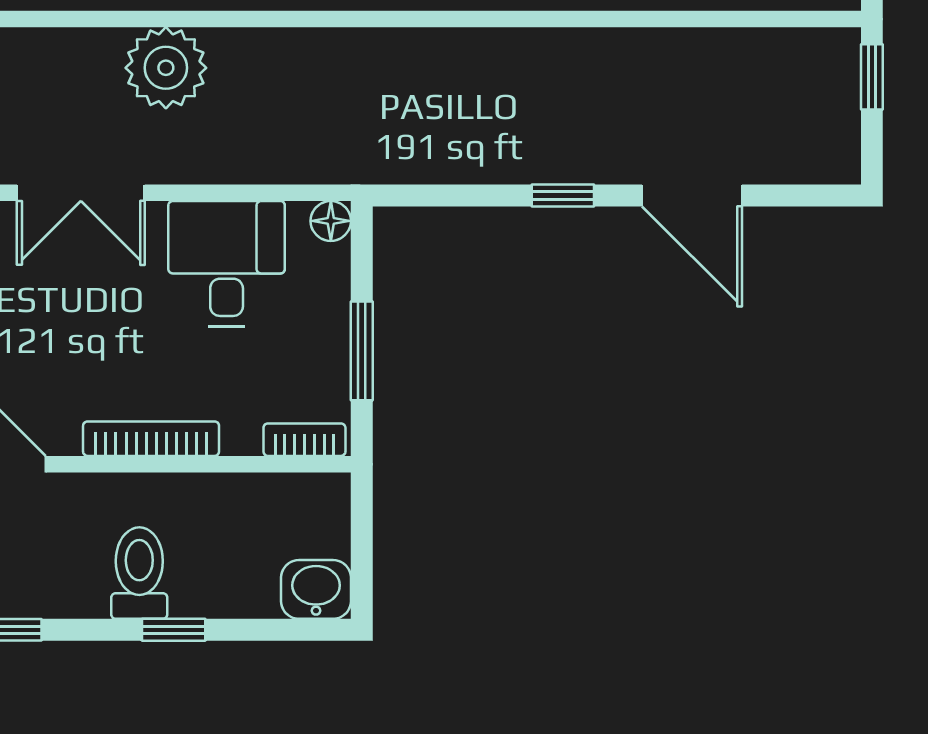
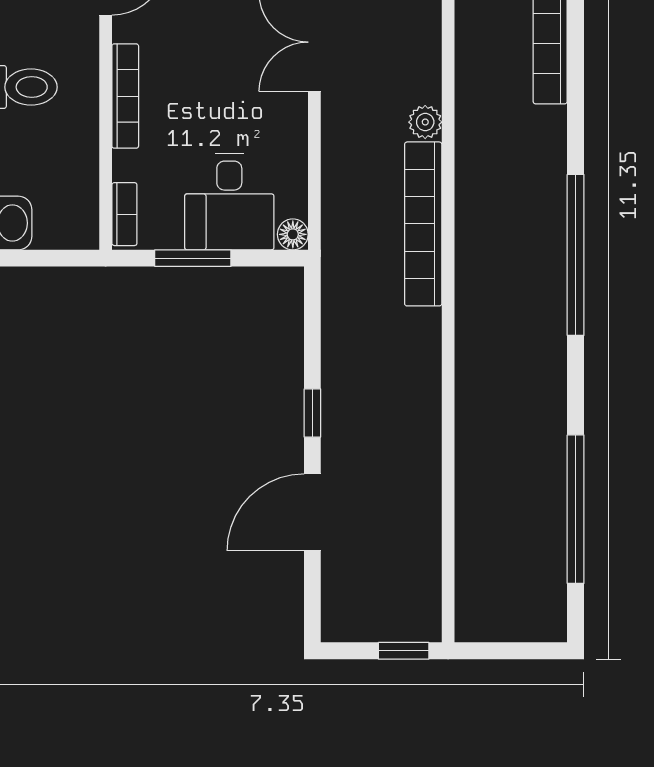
bookcase: (317, 51) -> (423, 224), added
plant: (166, 68) -> (425, 122), width x0.53, depth x0.53
desk: (227, 264) -> (229, 202), moved, turned 90

